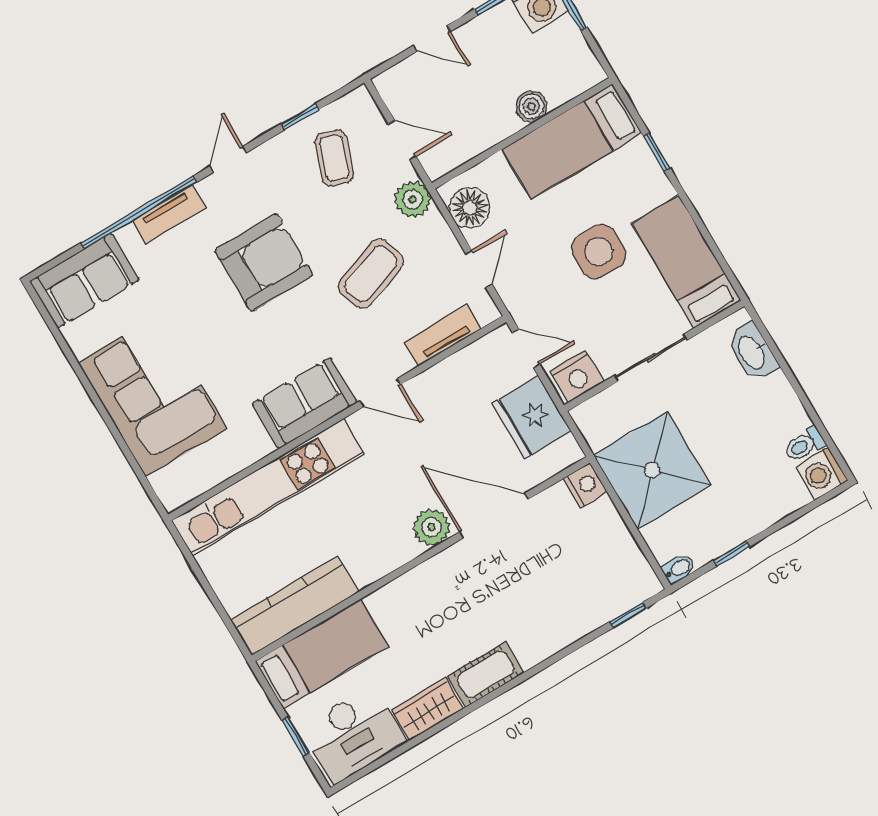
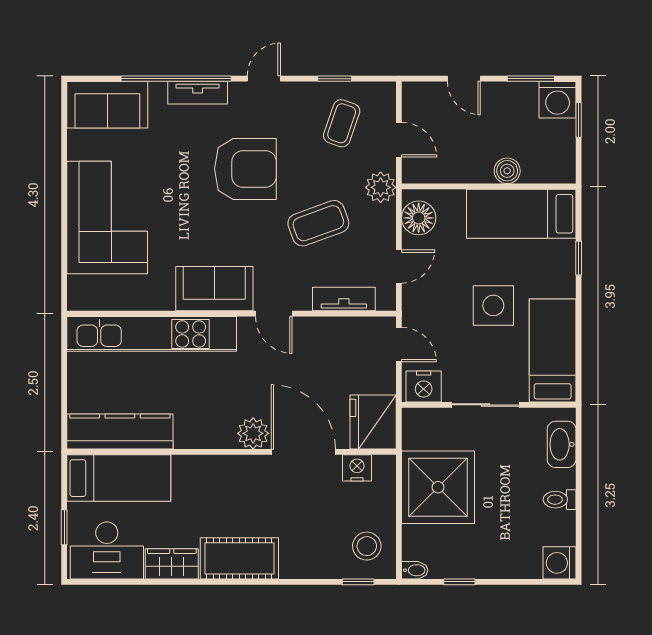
fridge: (531, 417) -> (373, 422), moved
toilet: (804, 445) -> (560, 500), moved
nightstand: (585, 485) -> (357, 468), moved, turned -90
stool: (615, 573) -> (367, 546), added
cot: (486, 674) -> (239, 558), width x1.37, depth x1.34

